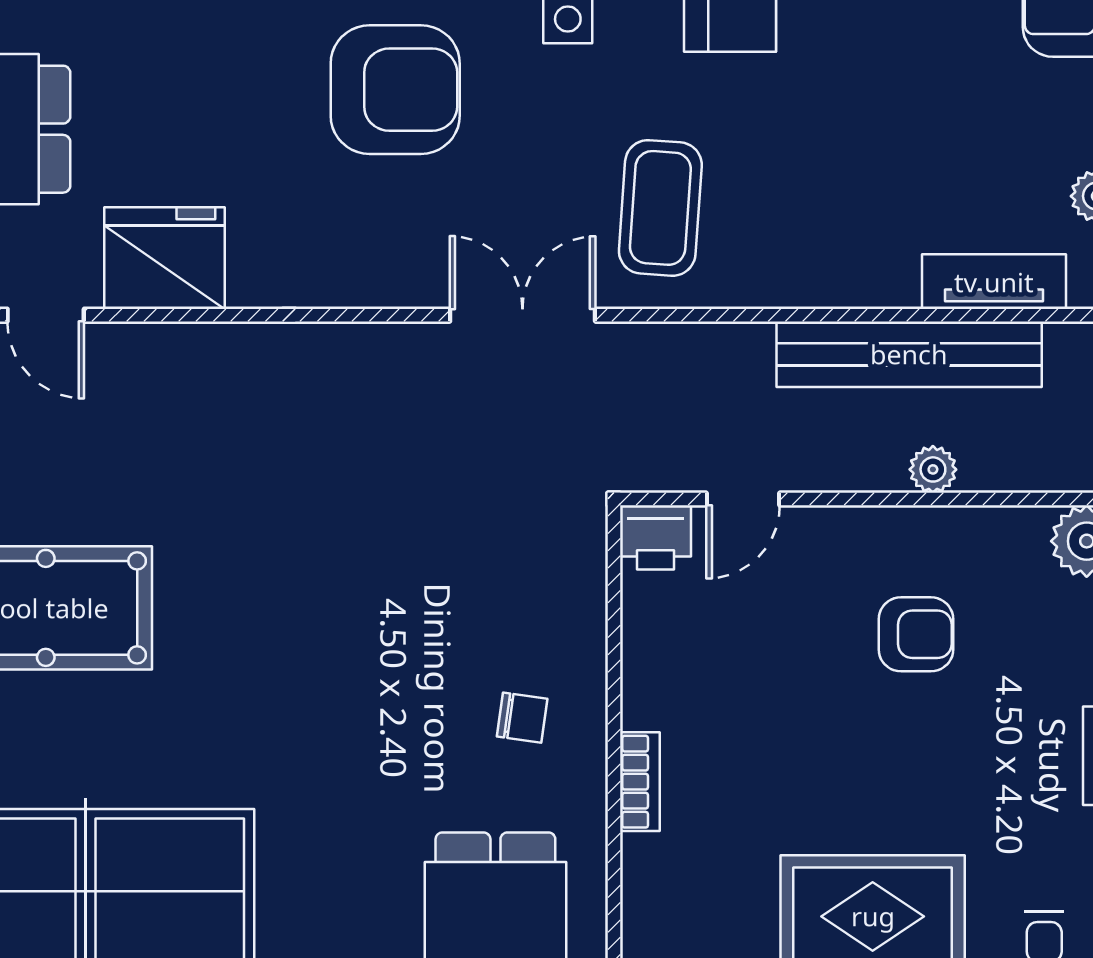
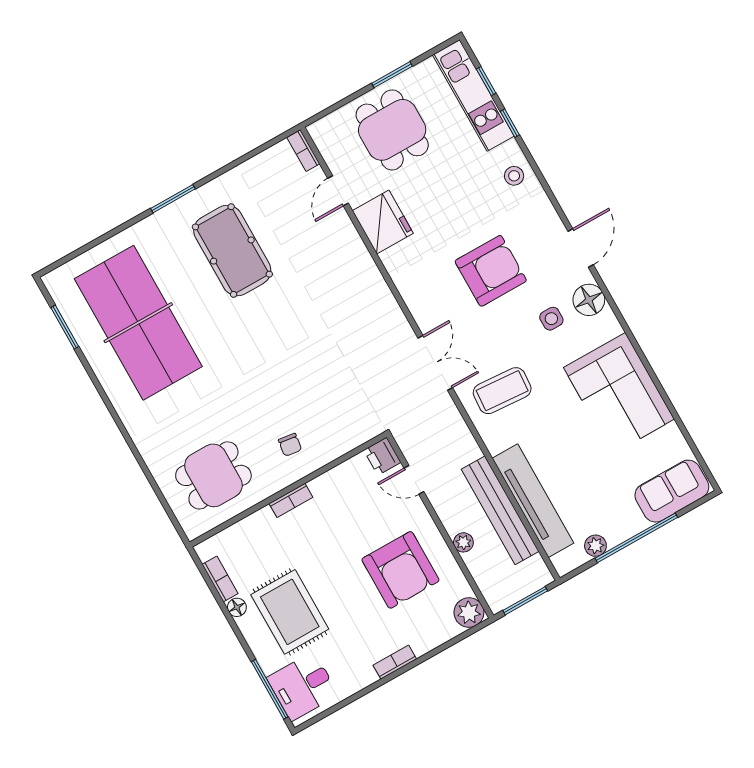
armchair: (395, 90) -> (491, 271), turned -90
tv unit: (994, 282) -> (533, 501), width x1.92, depth x1.29
armchair: (916, 634) -> (400, 570), width x1.88, depth x1.88

